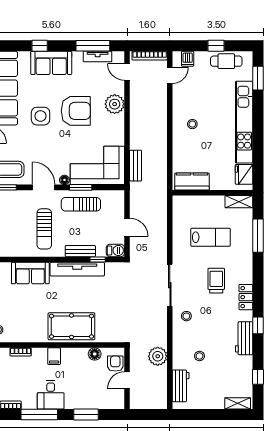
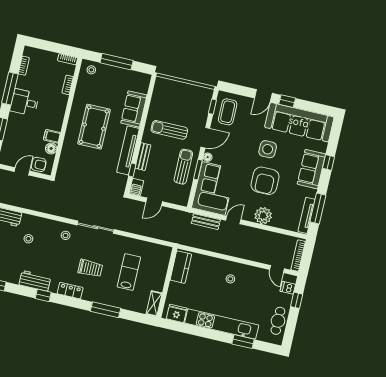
window: (216, 46) -> (297, 300), moved
tv unit: (98, 57) -> (307, 215), width x1.41
door: (127, 72) -> (233, 220), moved
window: (258, 78) -> (243, 342), moved
window: (258, 236) -> (106, 310), moved
lab bench: (211, 237) -> (129, 272), turned 180
pool table: (71, 326) -> (94, 127), moved
filing cabinet: (54, 356) -> (52, 136), moved
plant: (158, 356) -> (37, 203), removed
door: (127, 380) -> (22, 171), hinge flipped

